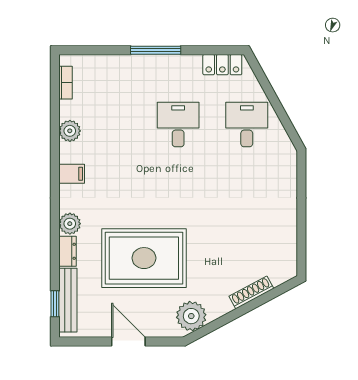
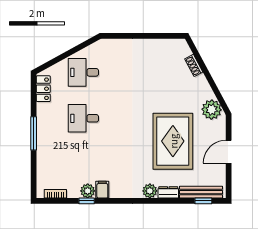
window: (55, 129) -> (87, 201), added
filing cabinet: (72, 174) -> (102, 190), moved
shoe rack: (251, 292) -> (194, 65), width x0.70

